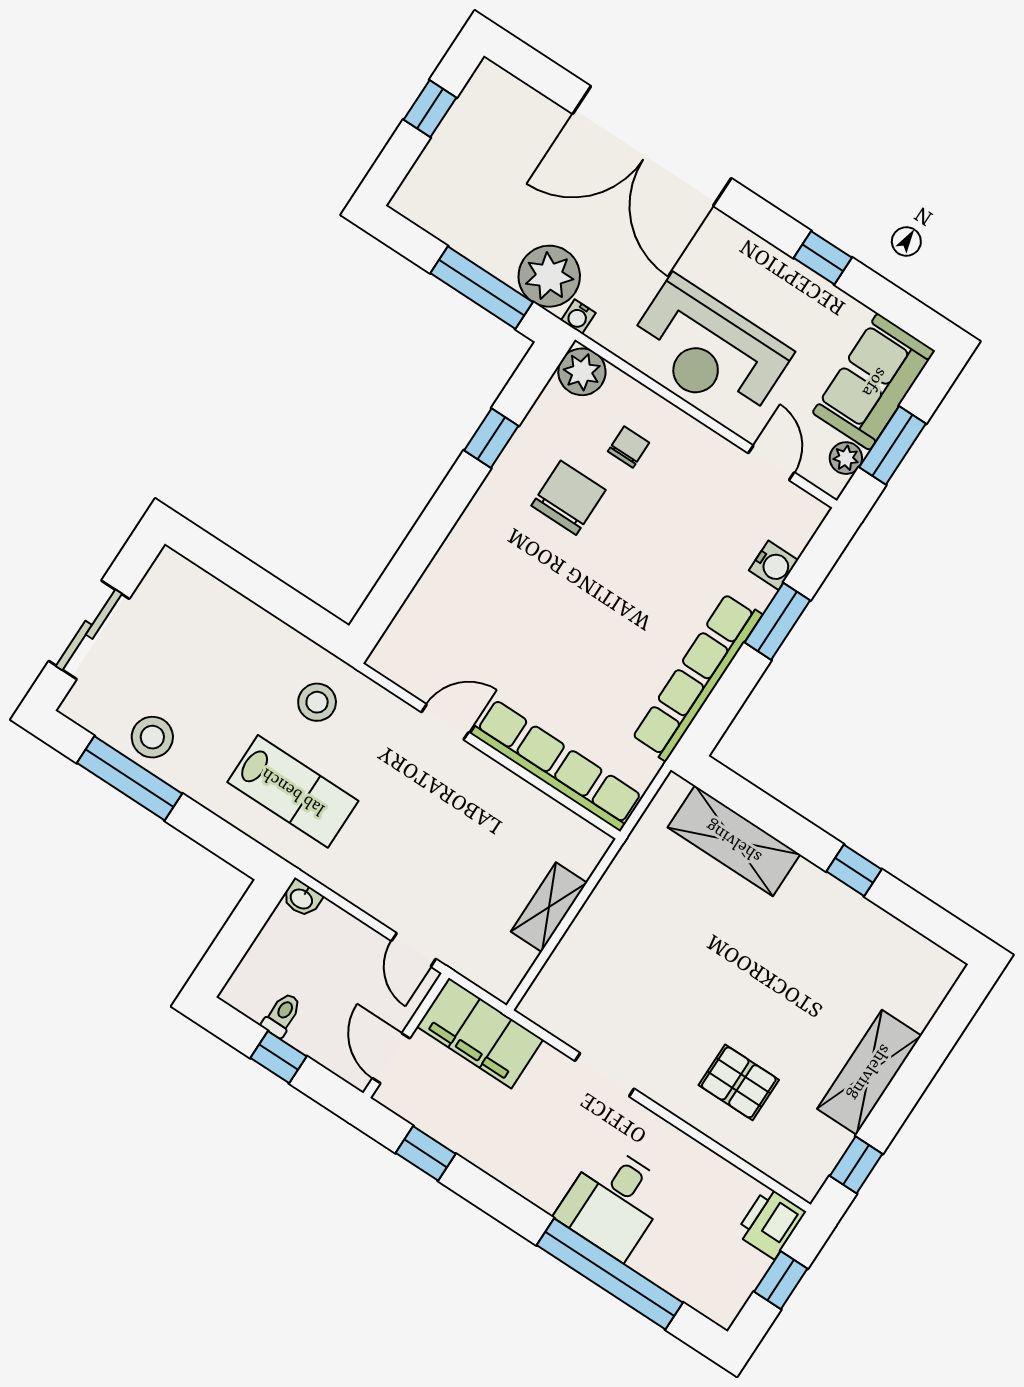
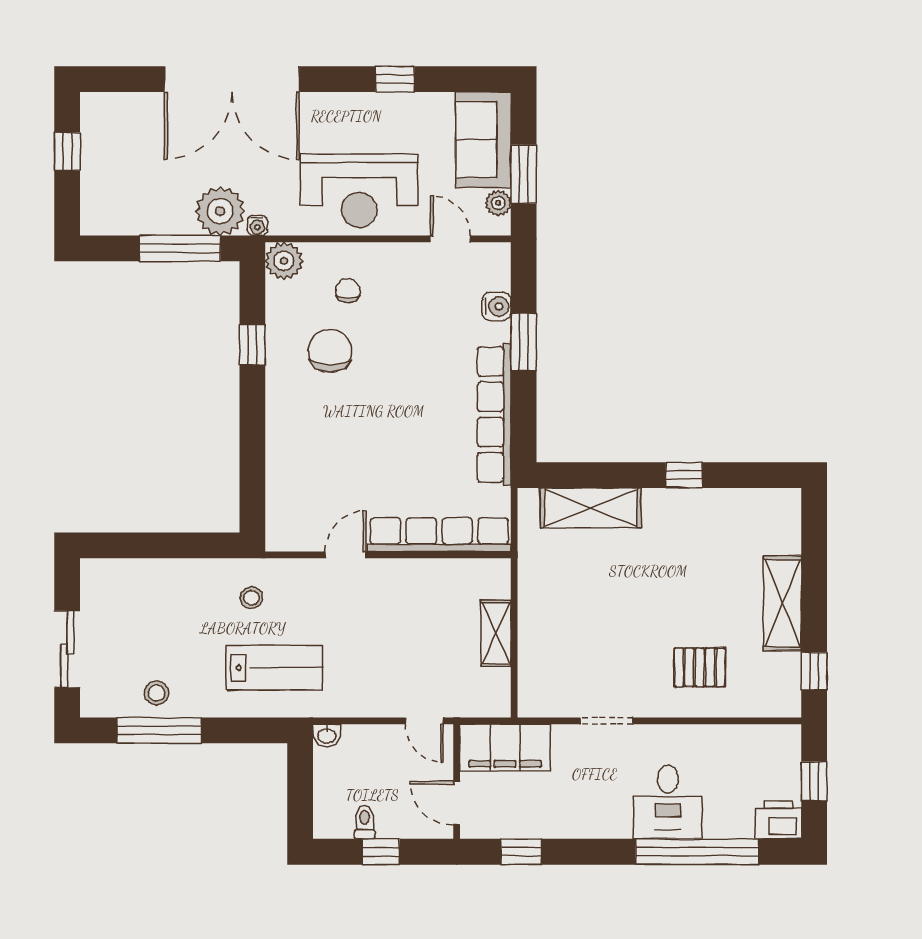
stool: (317, 702) -> (251, 598), width x0.73, depth x0.73
stool: (152, 737) -> (156, 693), width x0.73, depth x0.73
printer: (771, 1223) -> (778, 820), moved, turned 90

